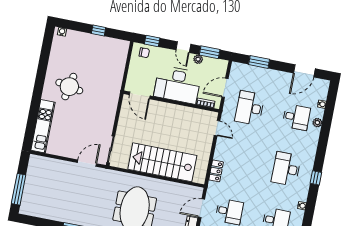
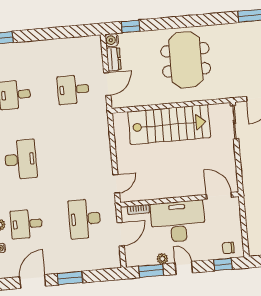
window: (259, 62) -> (70, 278), moved
desk: (250, 108) -> (85, 219), turned 180
door: (217, 128) -> (116, 184), swing flipped
locker: (216, 171) -> (103, 133), removed

